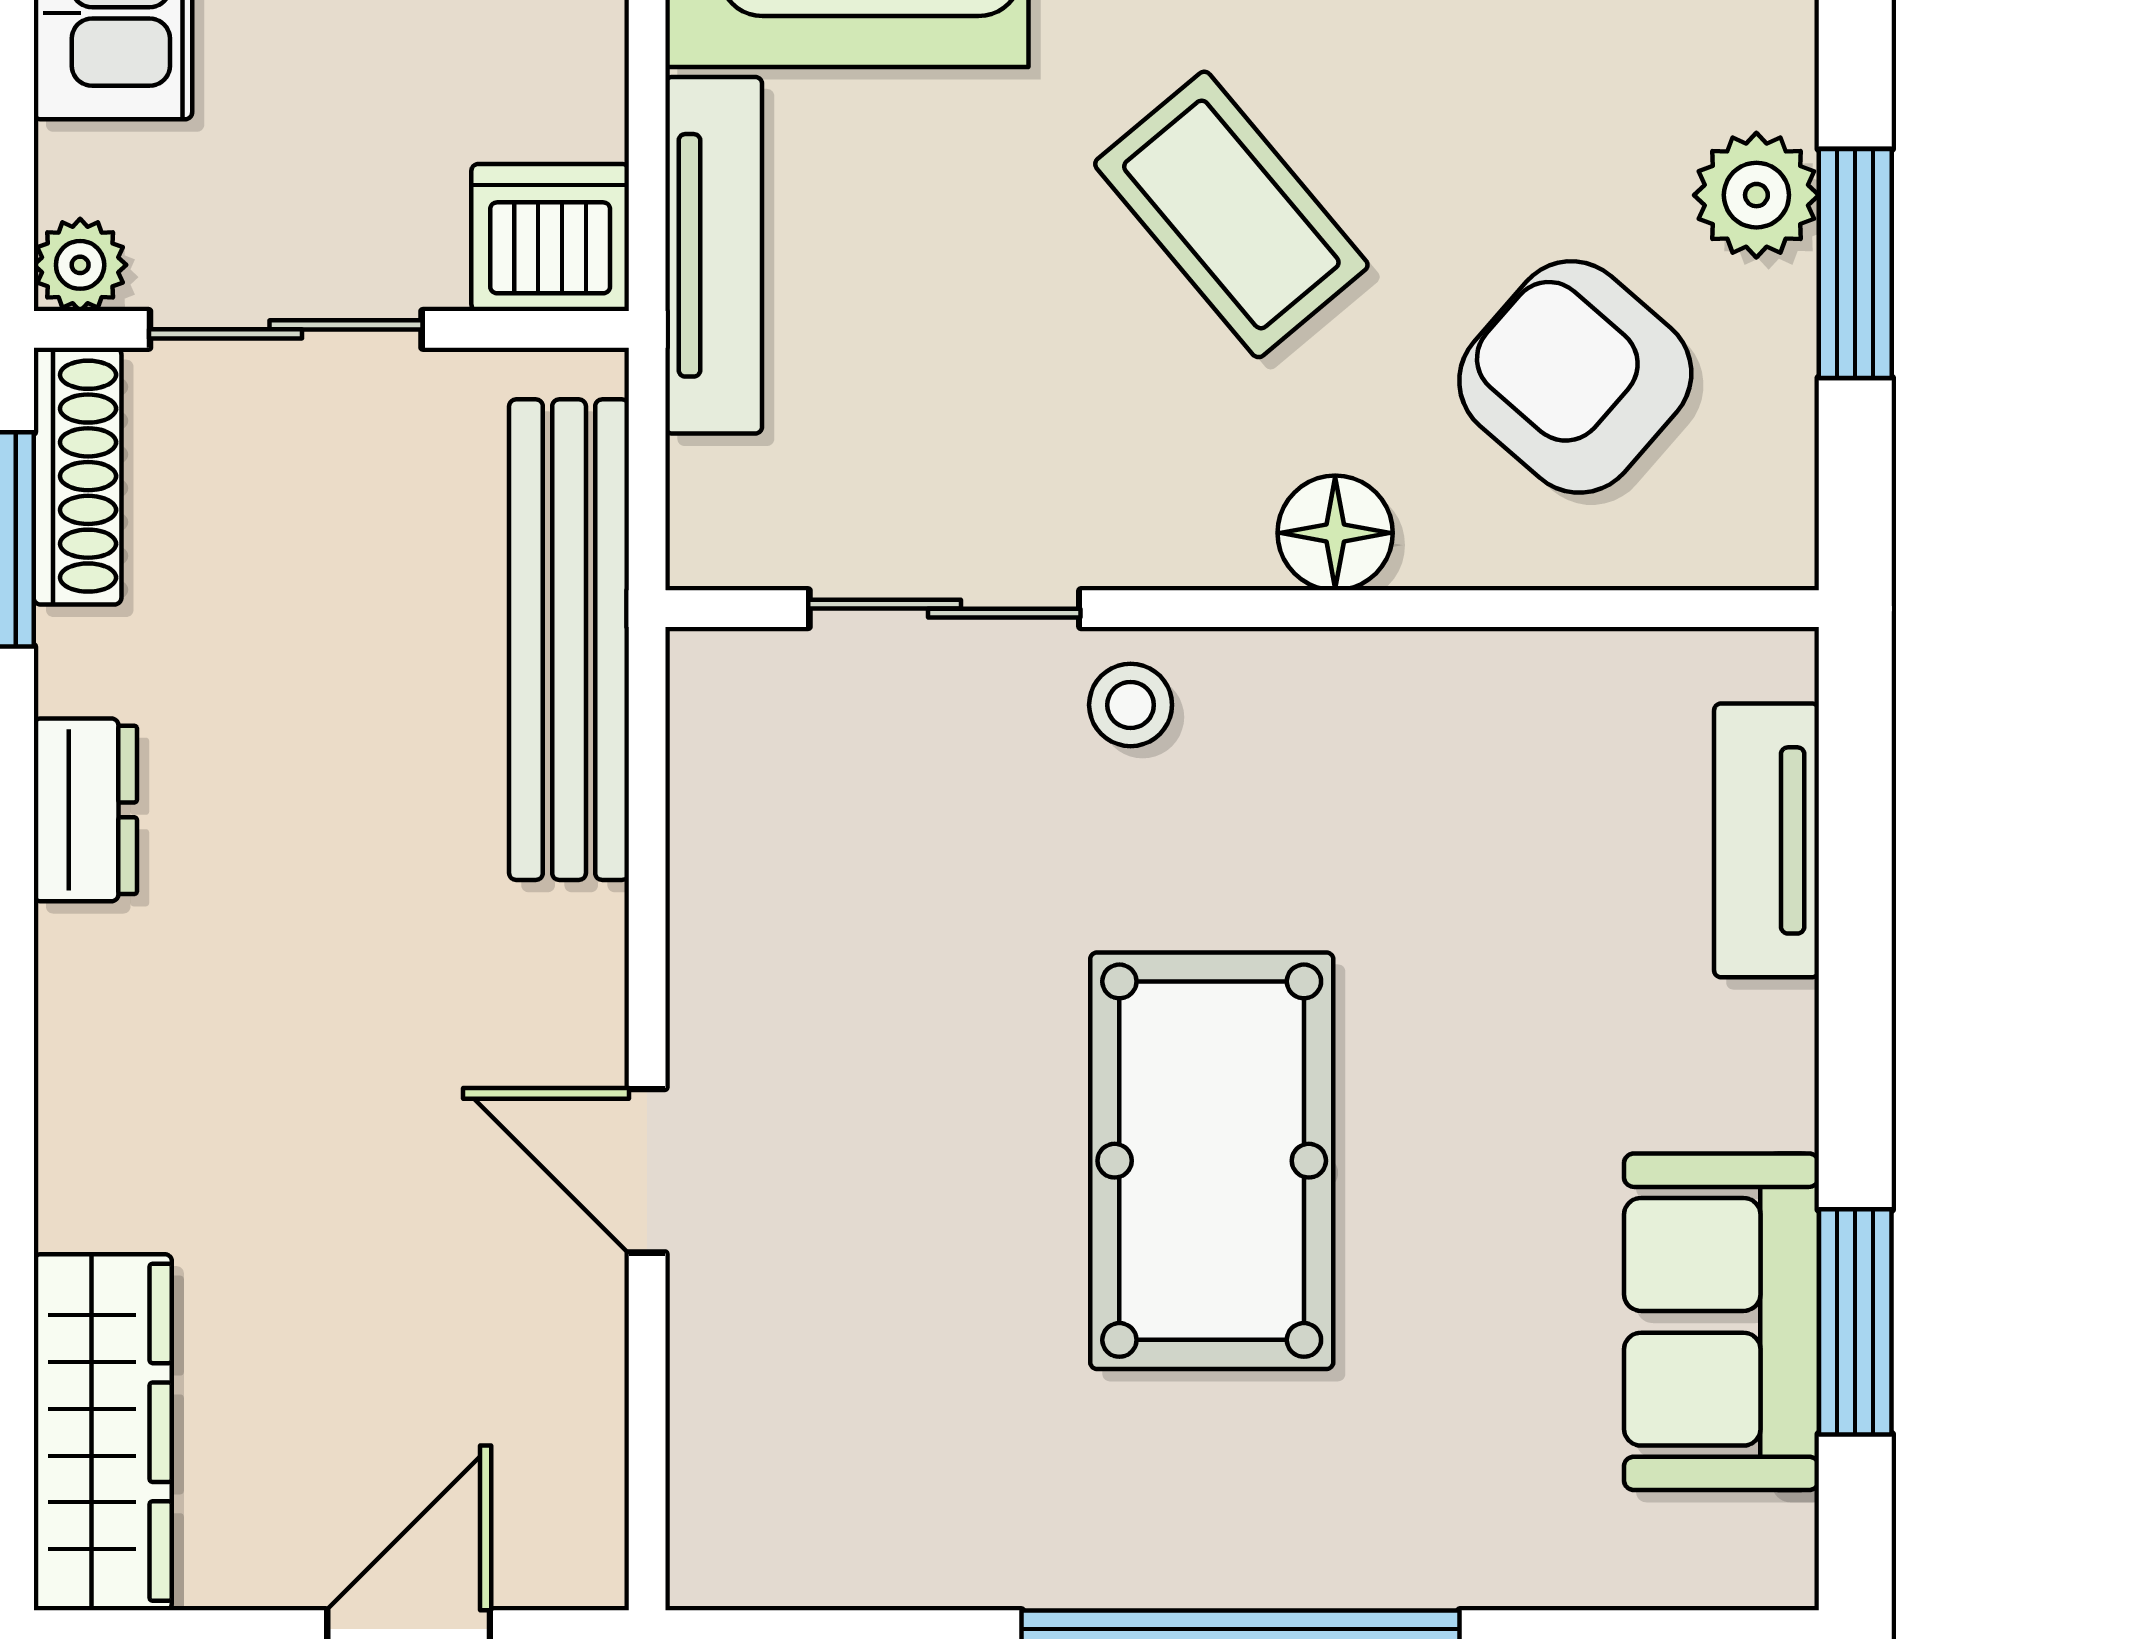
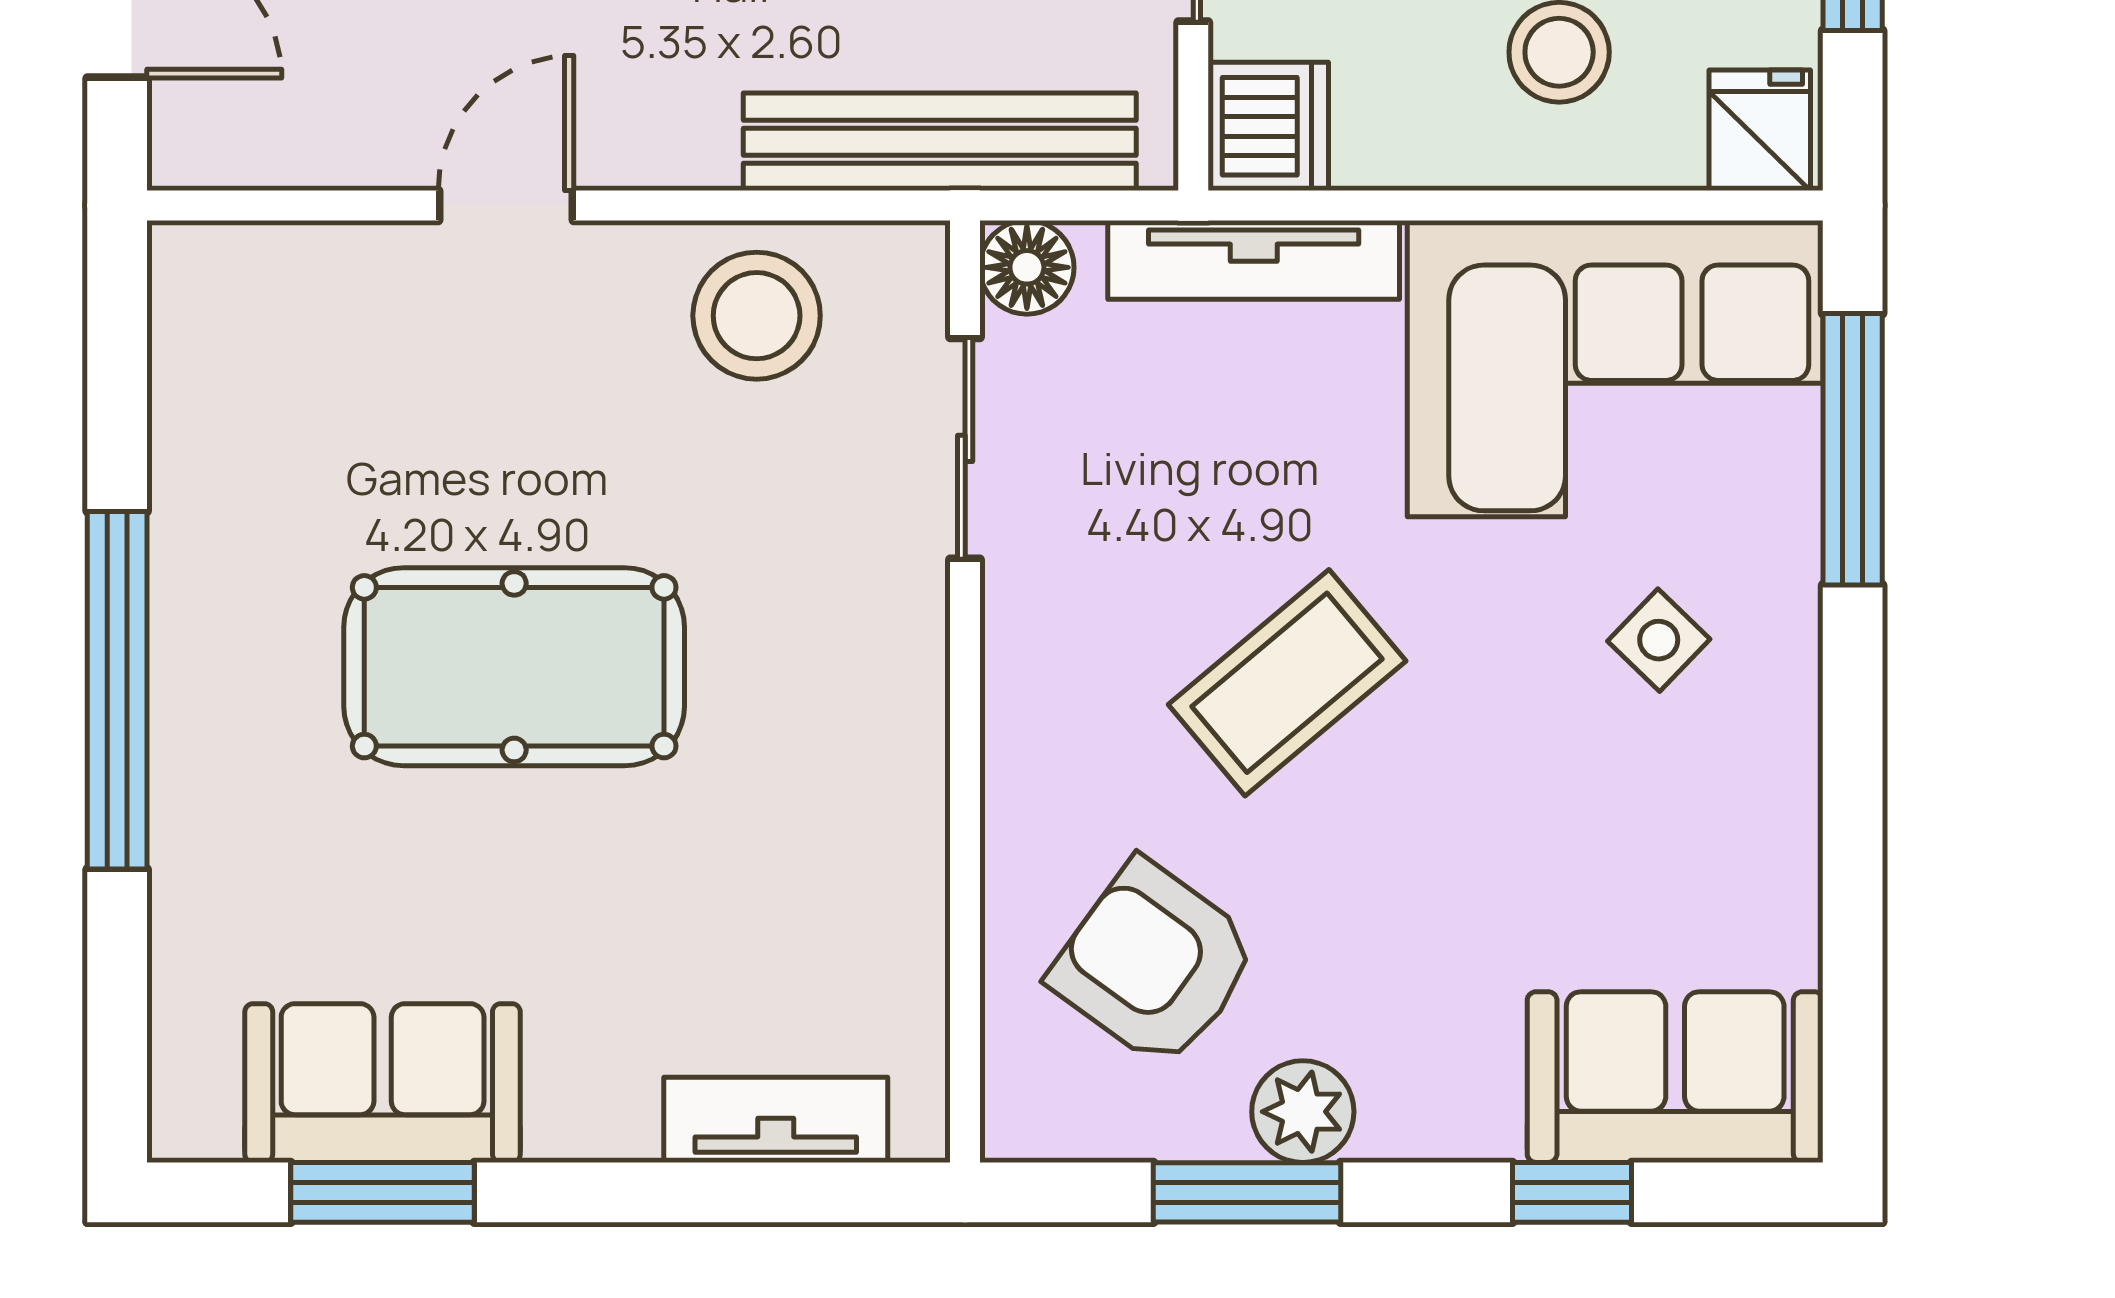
armchair: (1575, 377) -> (1154, 964), turned -95
floor lamp: (1335, 533) -> (1027, 267), moved
stool: (1131, 705) -> (757, 316), moved, width x1.89, depth x1.89

